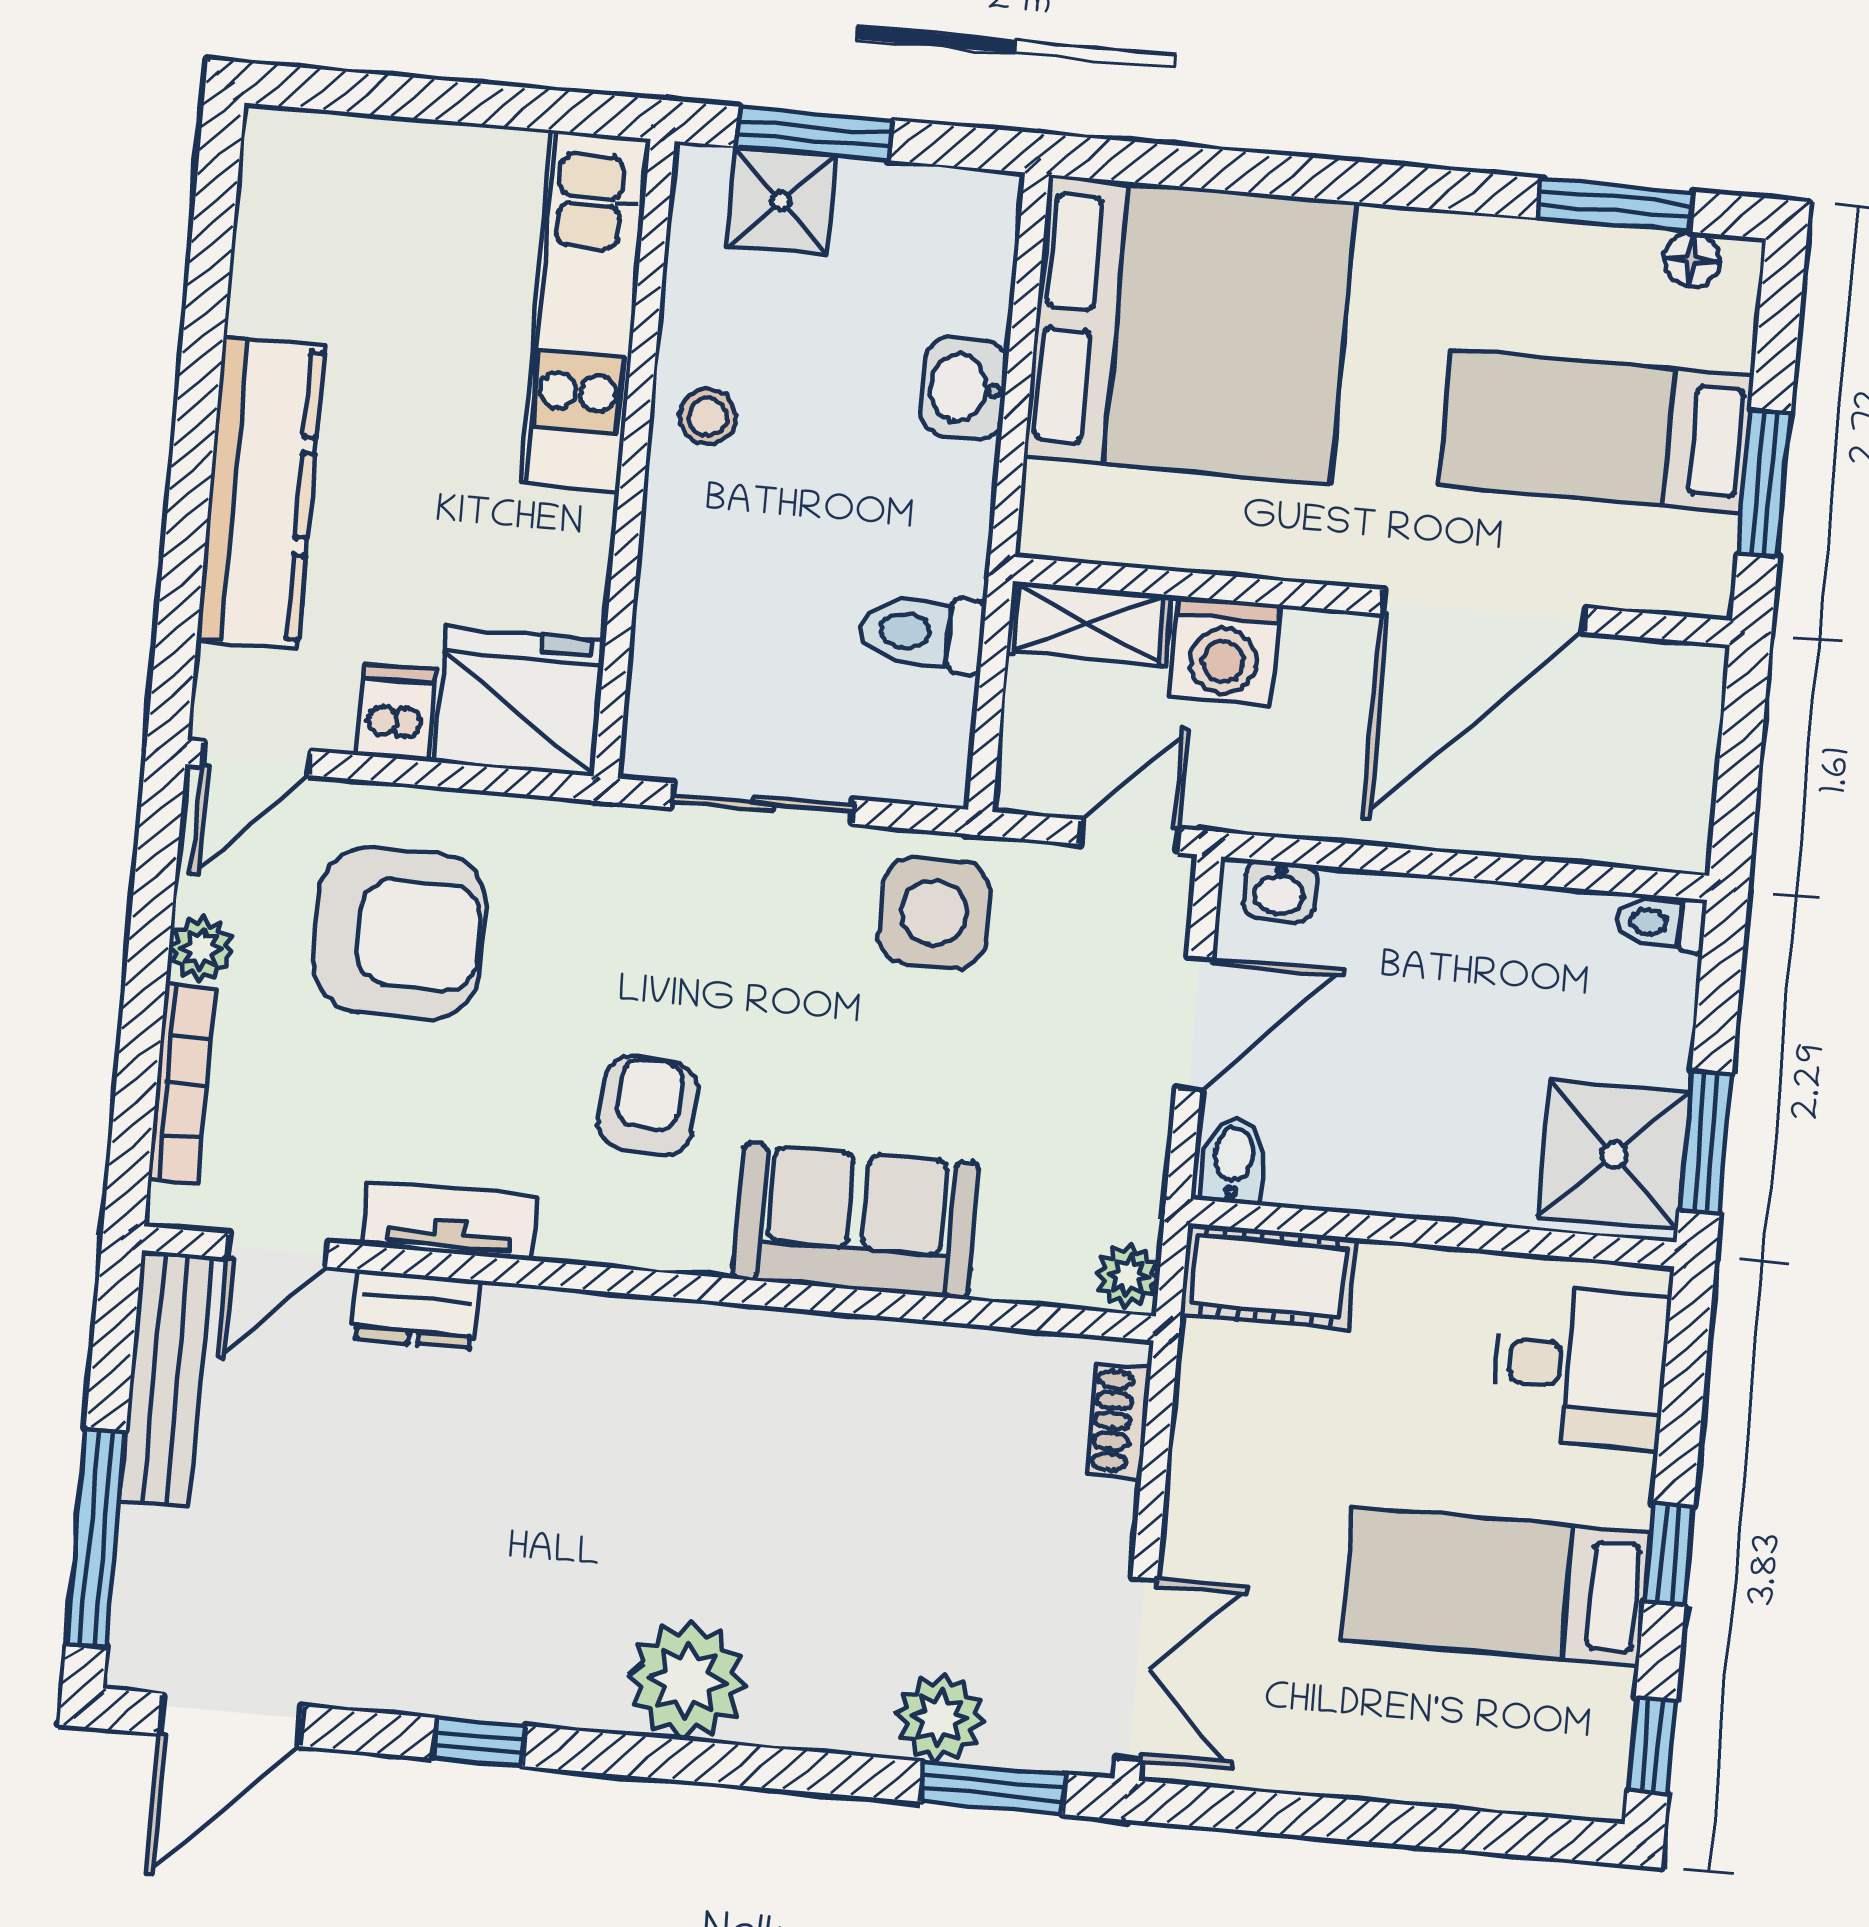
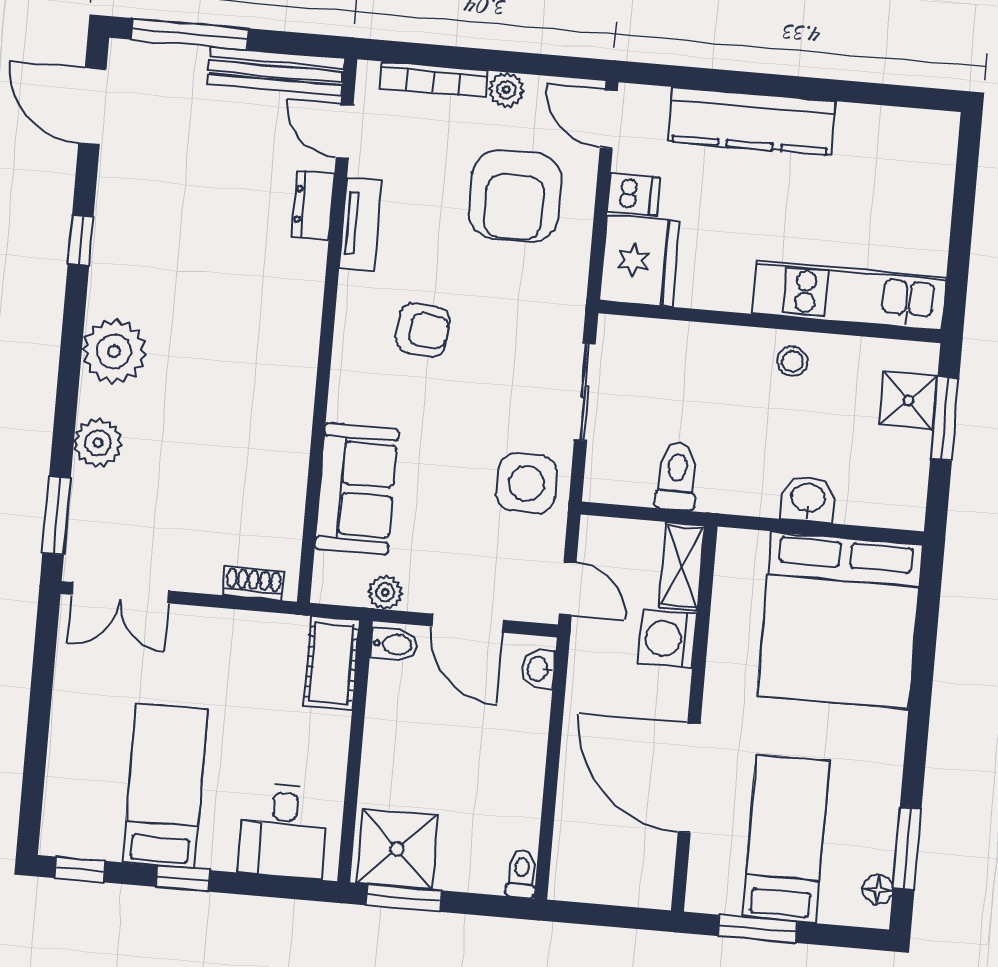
sofa: (856, 1221) -> (357, 489), moved
plant: (1128, 1276) -> (385, 592), moved
plant: (939, 1718) -> (98, 443), moved

